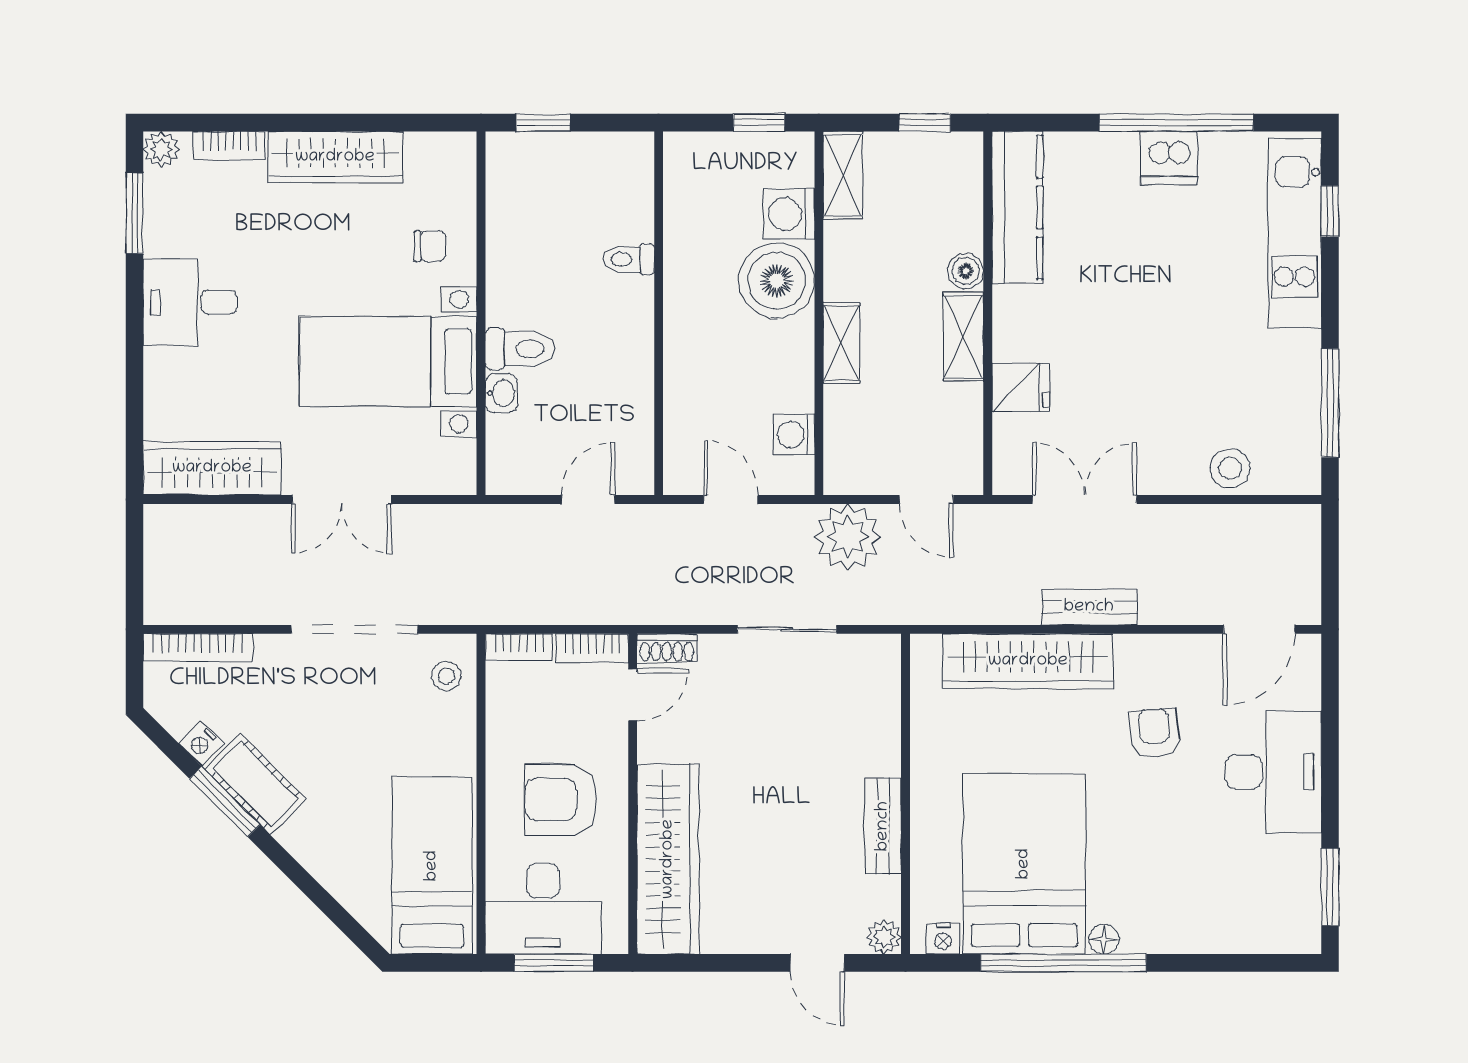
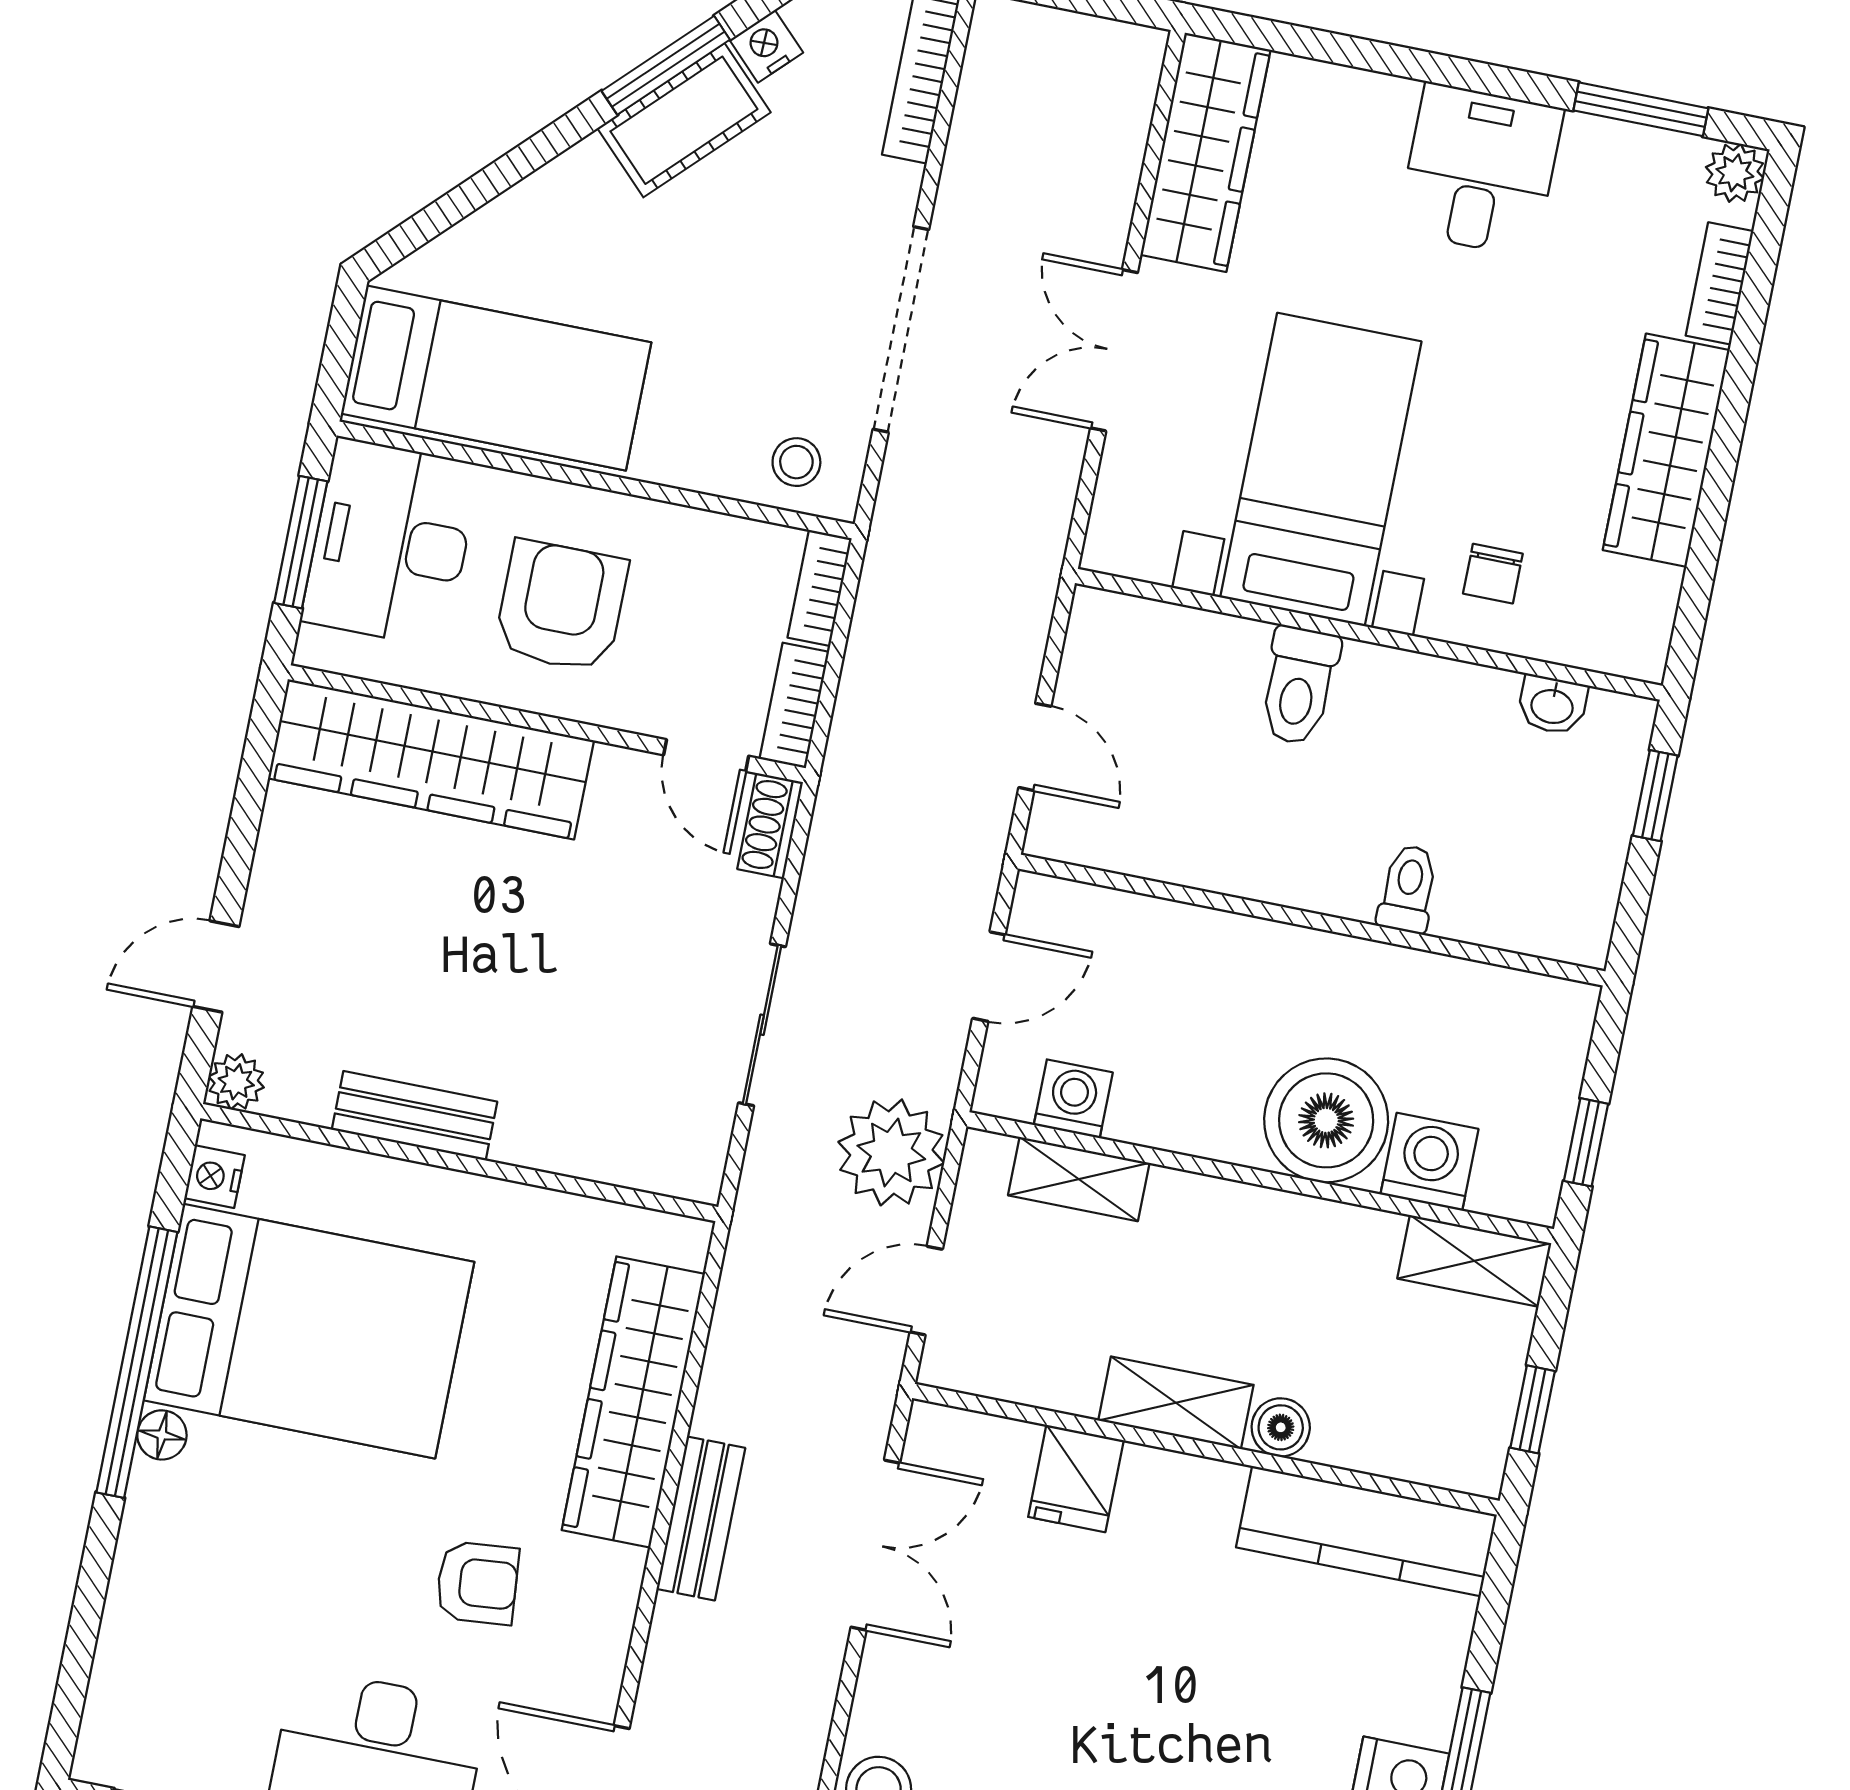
shelving: (841, 343) -> (1079, 1179), moved
washbasin: (501, 393) -> (1552, 705), moved

